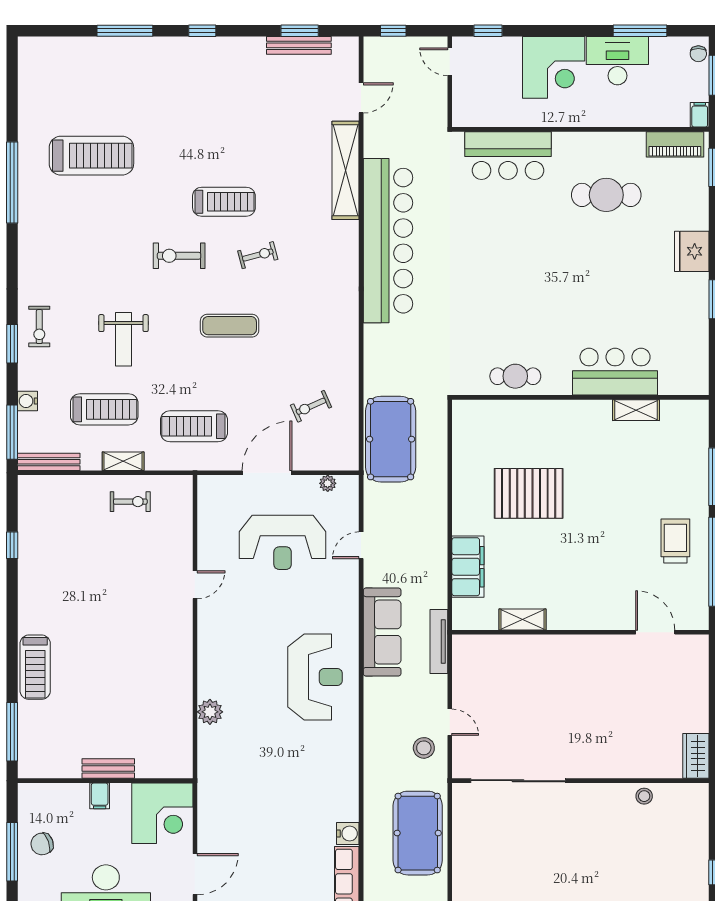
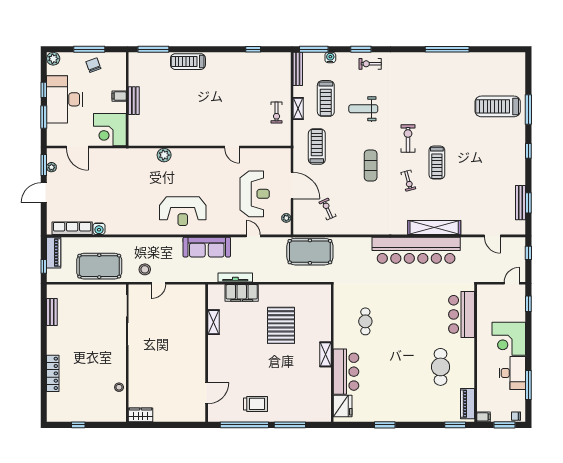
treadmill: (91, 156) -> (498, 106), moved, turned 90
shelving: (345, 170) -> (434, 228), moved
fridge: (692, 251) -> (343, 406), moved, turned 90
cafe table: (515, 376) -> (365, 321), moved
shelving: (636, 410) -> (325, 354), moved
reception desk: (283, 542) -> (255, 194), turned 180
tv unit: (439, 642) -> (235, 277), moved

